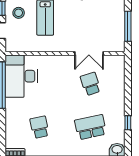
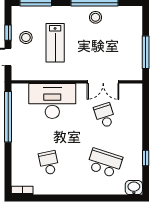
desk: (21, 76) -> (52, 101), moved, turned 90
school desk: (90, 127) -> (105, 163), turned 30

